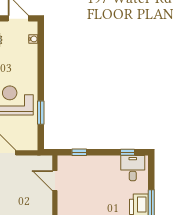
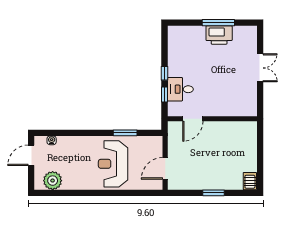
window: (127, 152) -> (165, 73), moved
desk: (133, 168) -> (180, 89), moved

